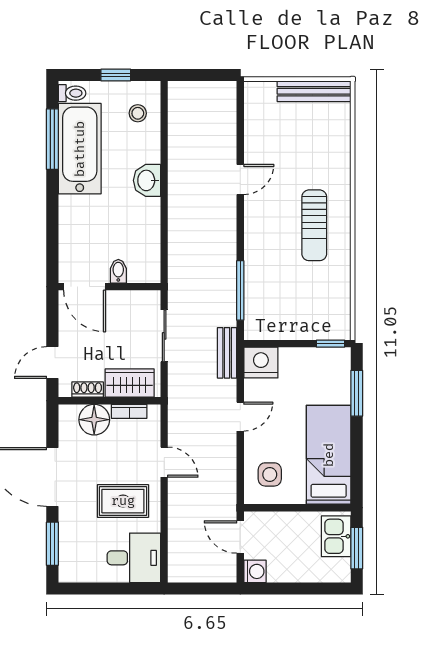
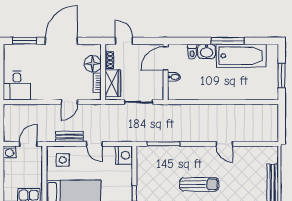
window: (116, 75) -> (282, 76), width x1.50
toilet: (72, 93) -> (192, 52), moved
stool: (138, 113) -> (261, 88), removed
window: (52, 139) -> (228, 41), moved
washbasin: (147, 180) -> (207, 52), moved, turned 180
sun lounger: (314, 225) -> (199, 184), turned 180
bench: (227, 353) -> (70, 137), moved
rug: (123, 501) -> (48, 80), removed

